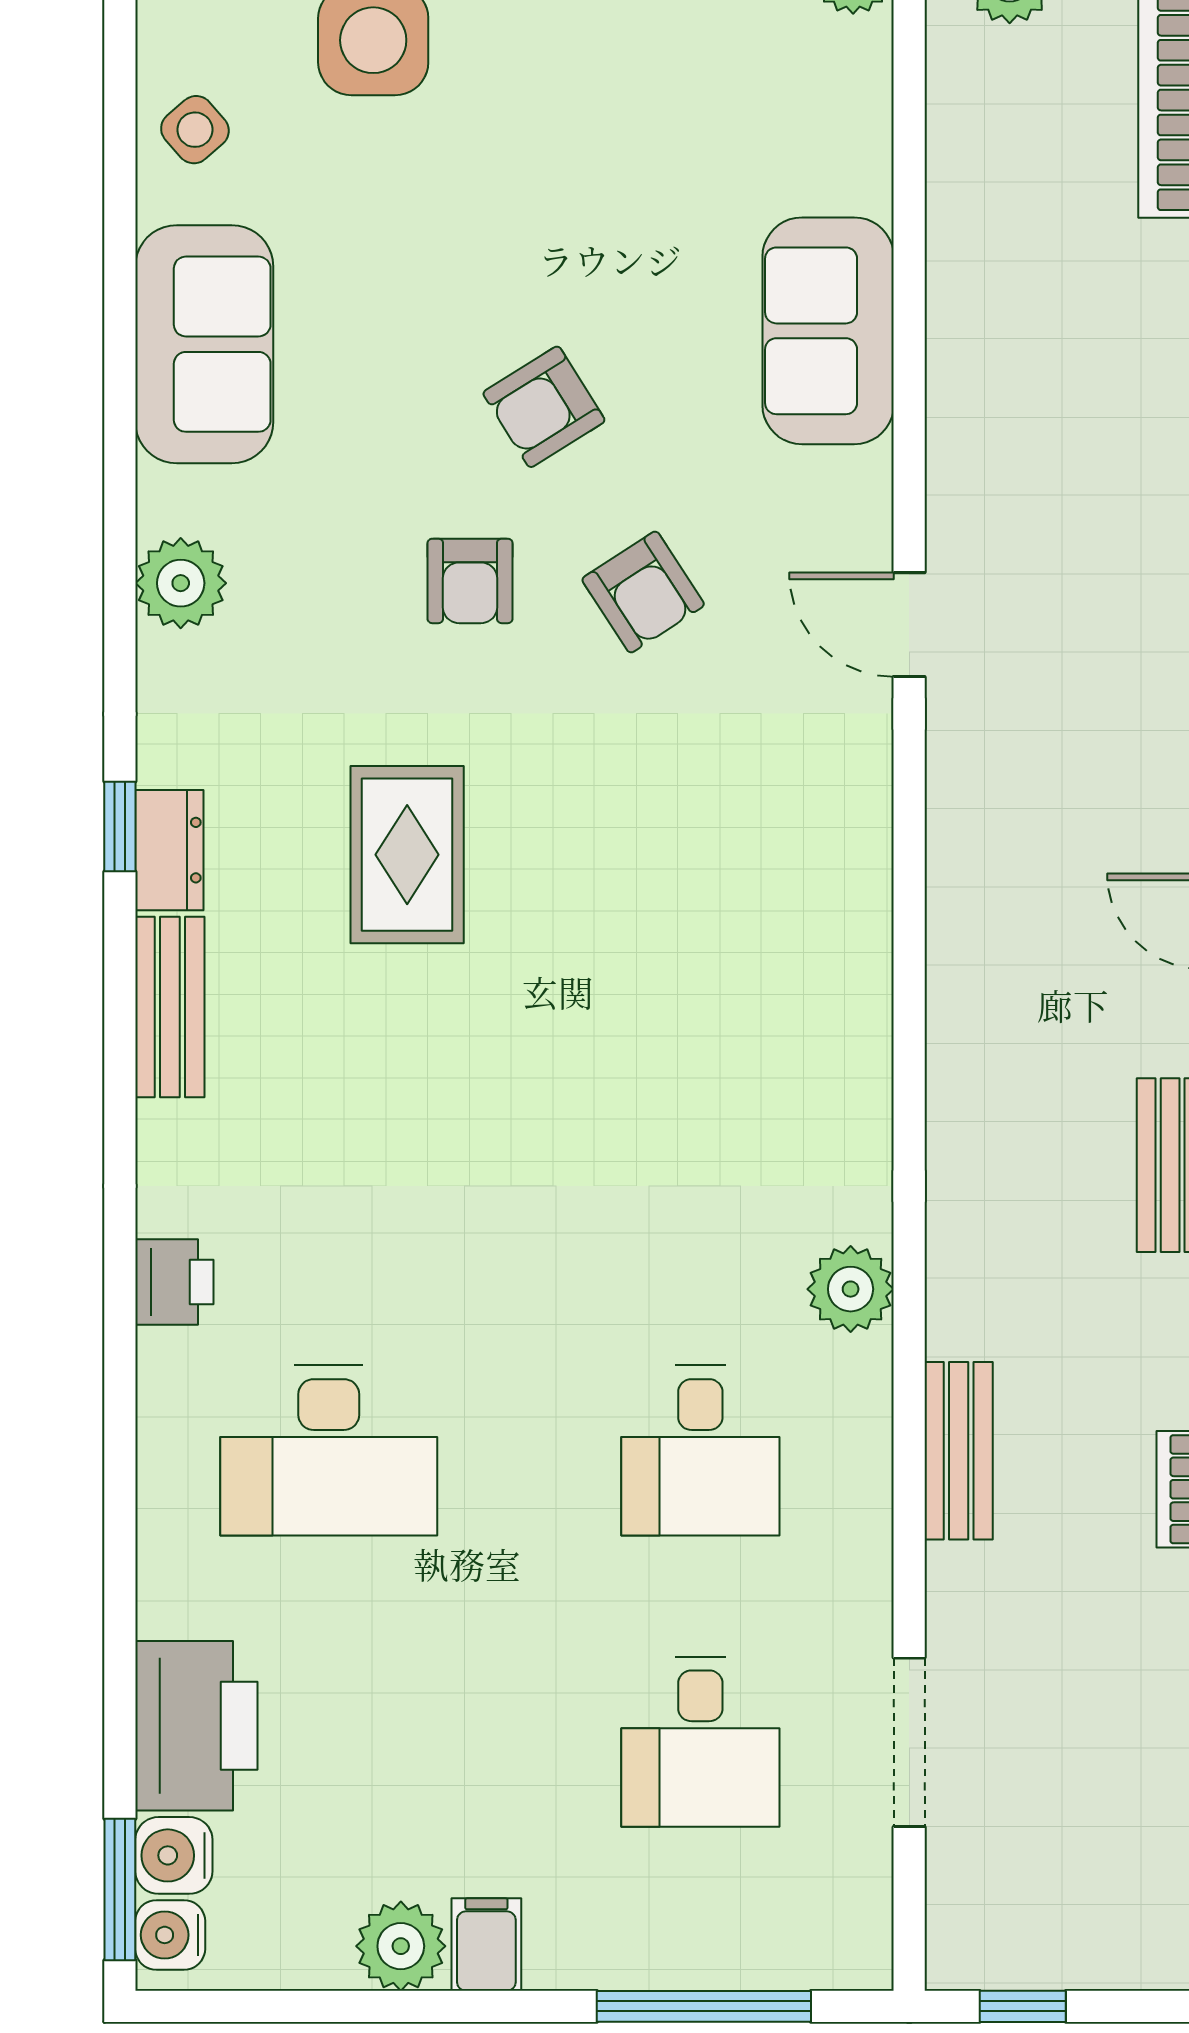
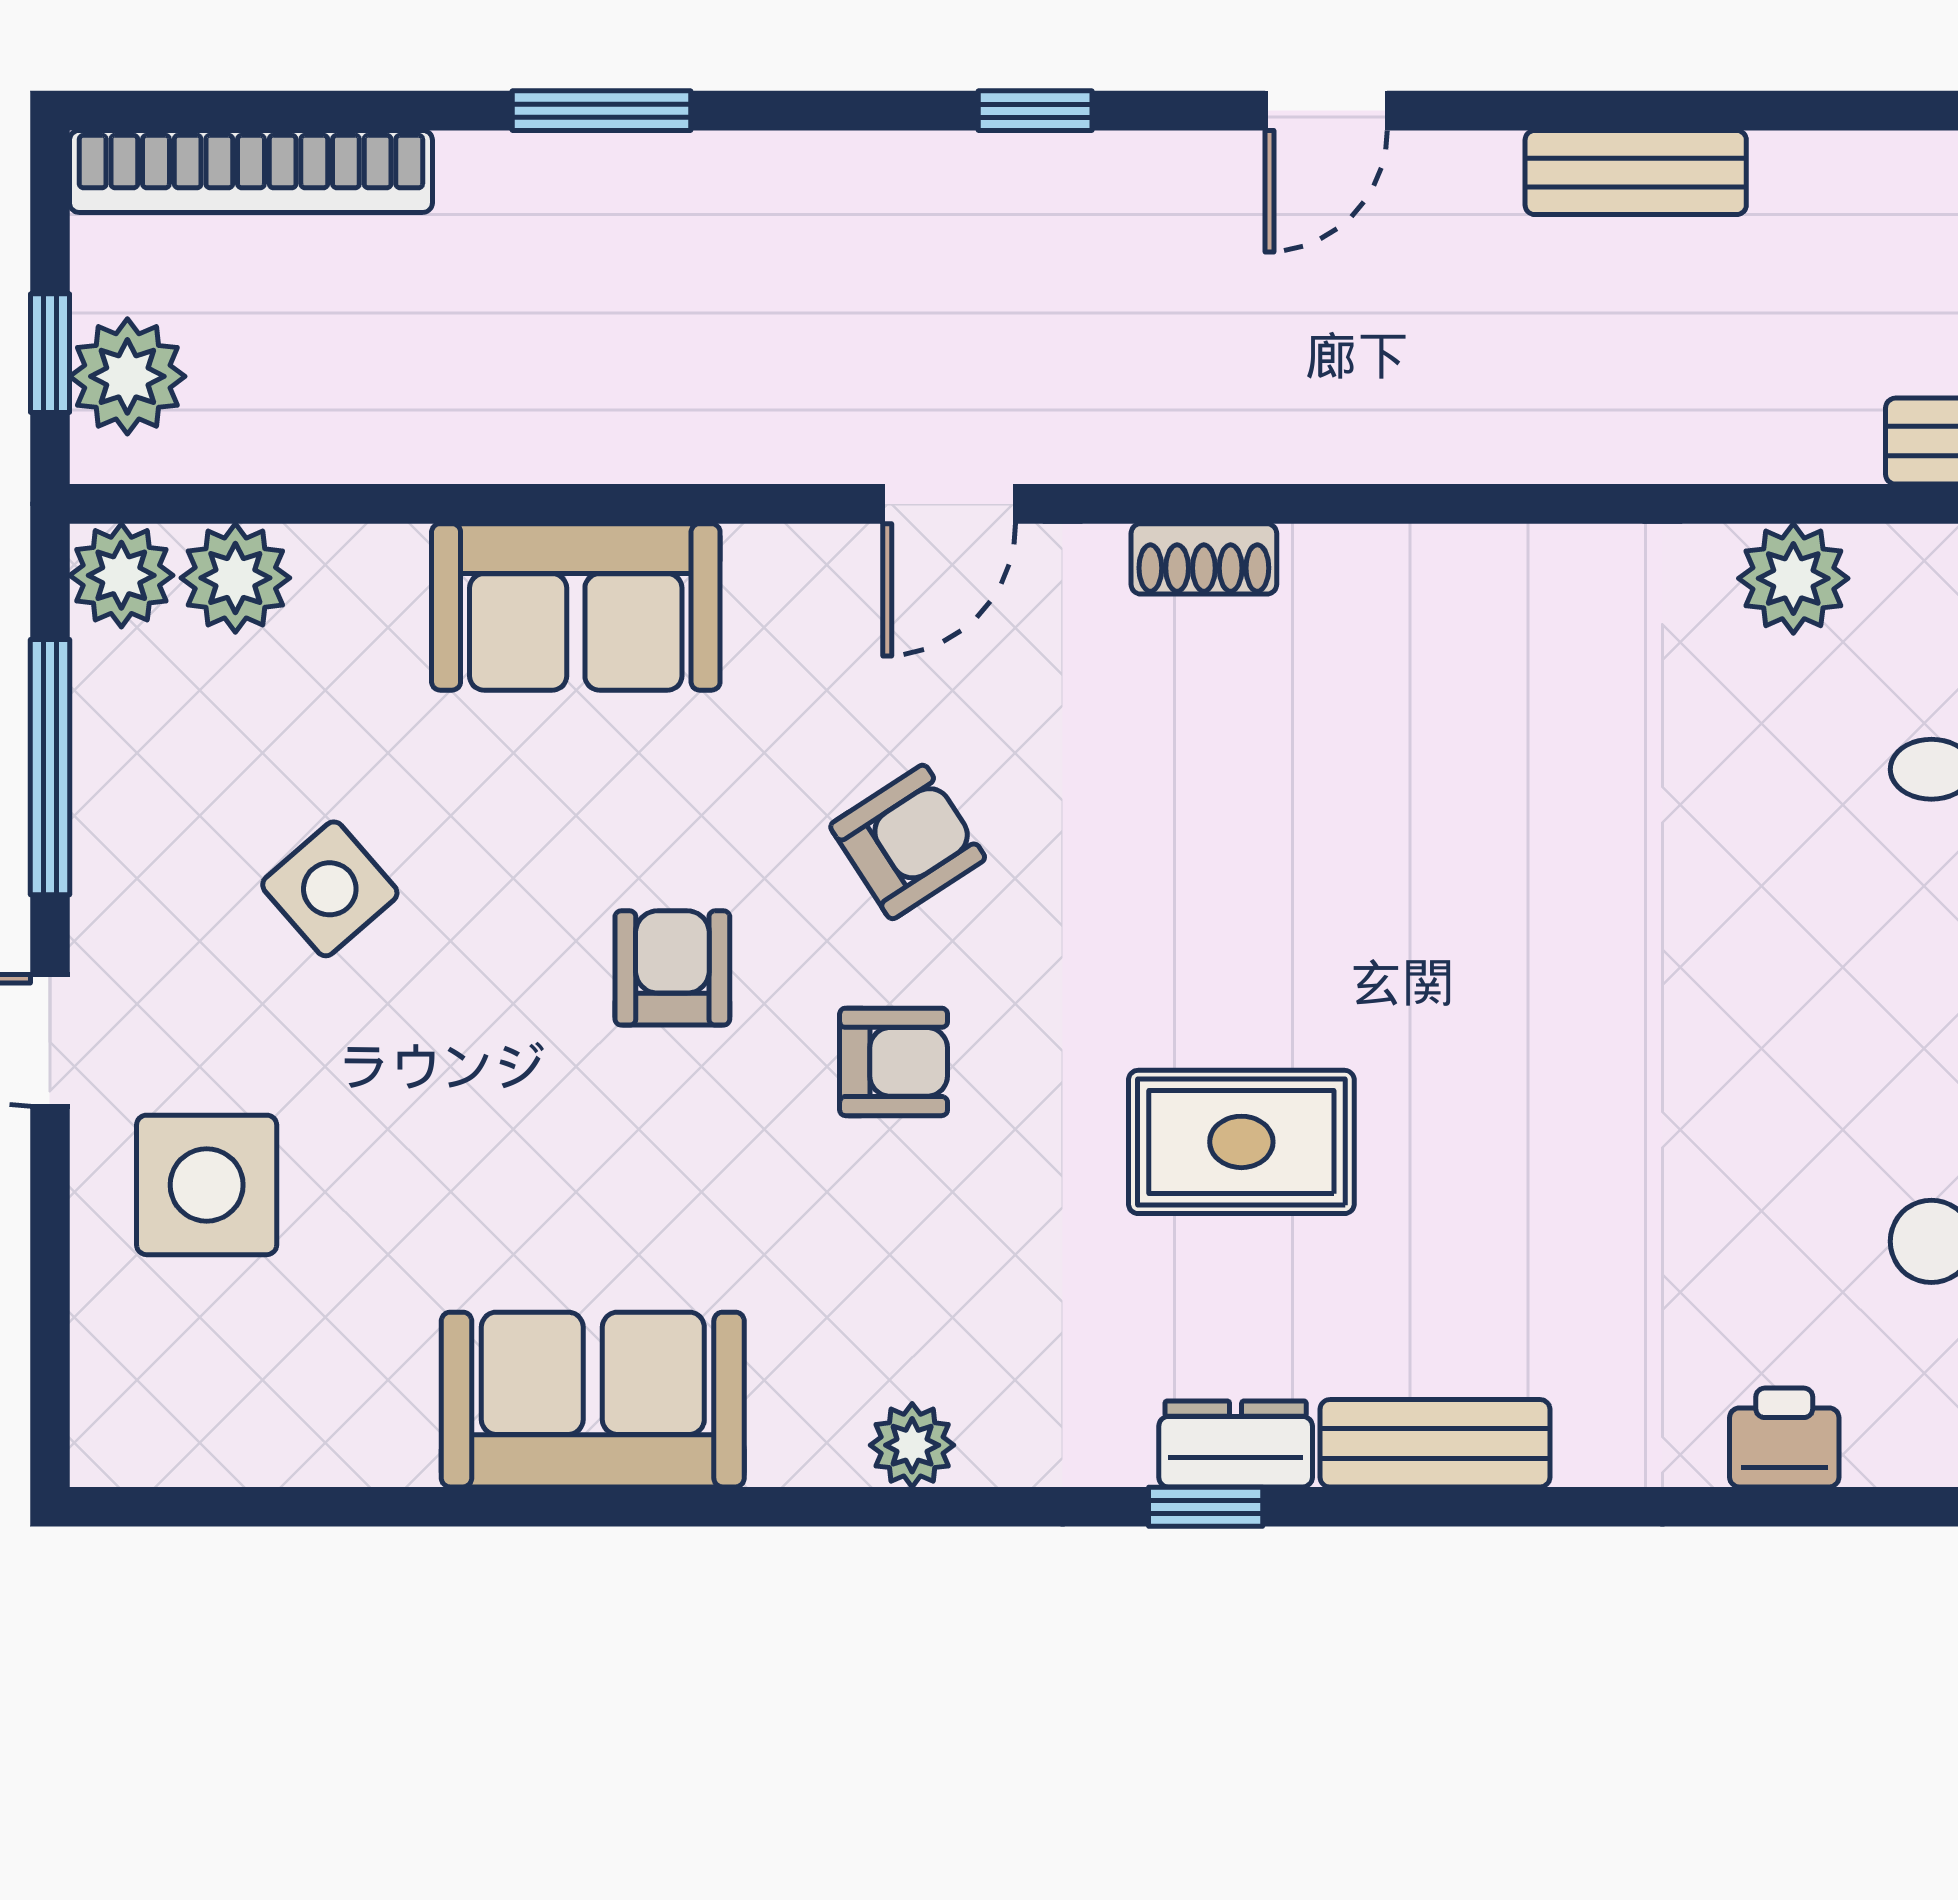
plant: (851, 63) -> (235, 578), added
side table: (195, 130) -> (330, 889), moved, width x1.37, depth x1.37
armchair: (544, 407) -> (672, 968), turned -148
plant: (181, 583) -> (912, 1445), width x0.73, depth x0.73
shoe rack: (866, 825) -> (1204, 559), added

